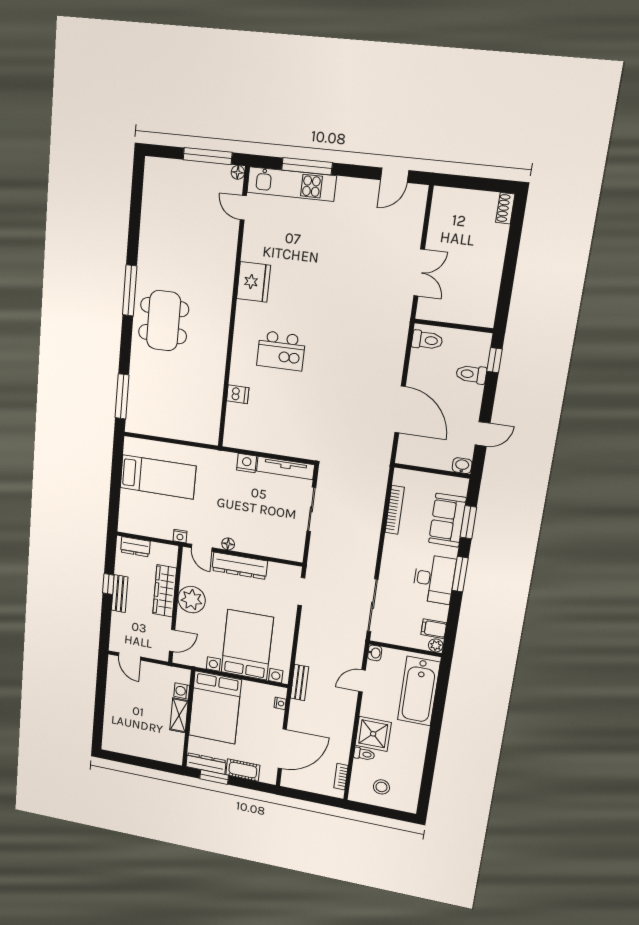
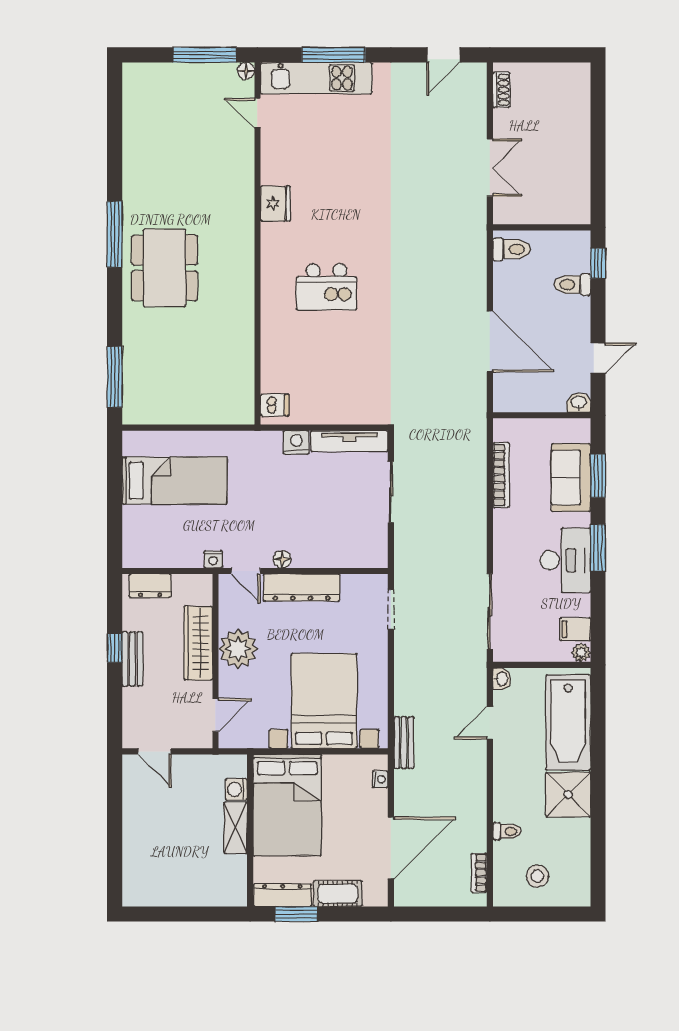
shoe rack: (505, 208) -> (501, 90), moved, turned 180
fridge: (253, 282) -> (275, 204), width x0.73, depth x0.75
dishwasher: (238, 394) -> (275, 405), moved
shower: (373, 734) -> (568, 795), moved

